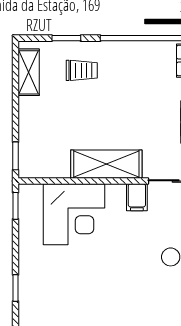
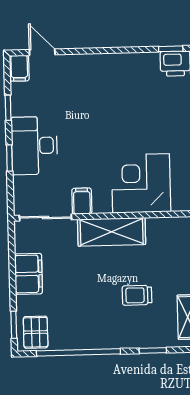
trolley: (82, 70) -> (137, 295), moved

